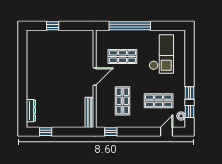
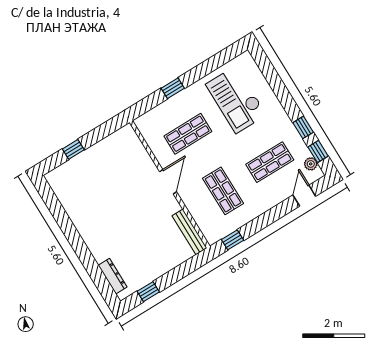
window: (130, 26) -> (173, 88), width x0.32
checkout: (161, 54) -> (236, 100), turned 180

